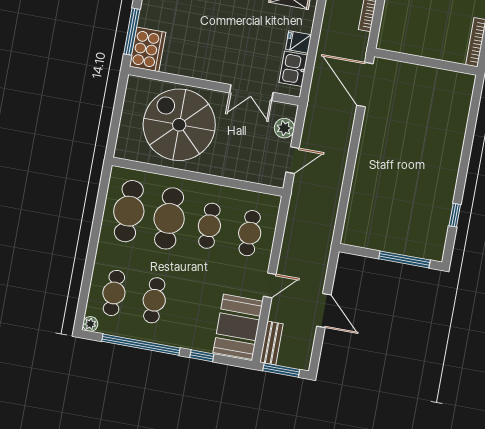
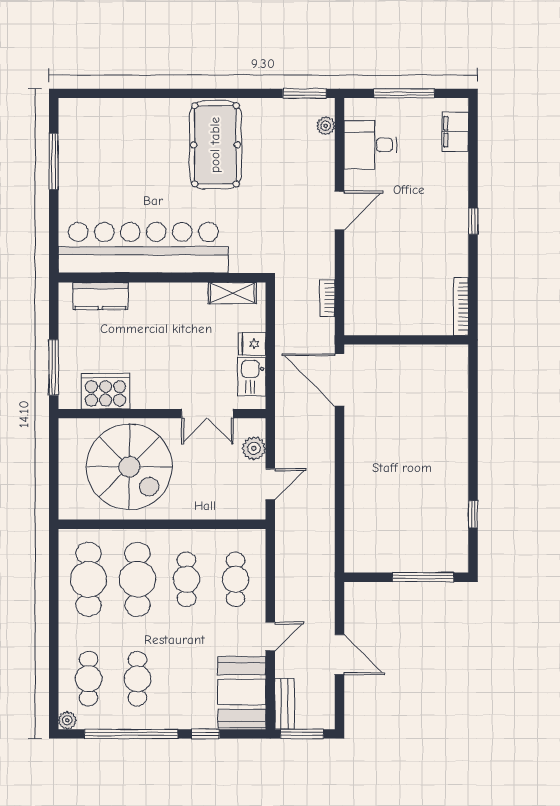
cooker: (148, 49) -> (106, 391), moved, turned -90
spiral stairs: (179, 125) -> (129, 467), turned 180

